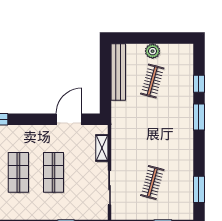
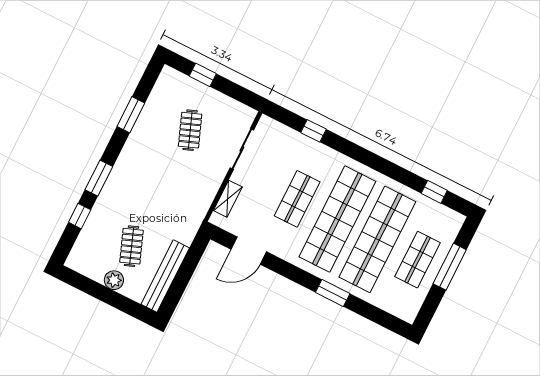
clothes rail: (152, 81) -> (131, 246), turned -36
shop shelf: (18, 172) -> (337, 219), width x2.00, depth x1.36
clothes rail: (152, 182) -> (190, 130), turned -36
window: (199, 189) -> (131, 115), moved

